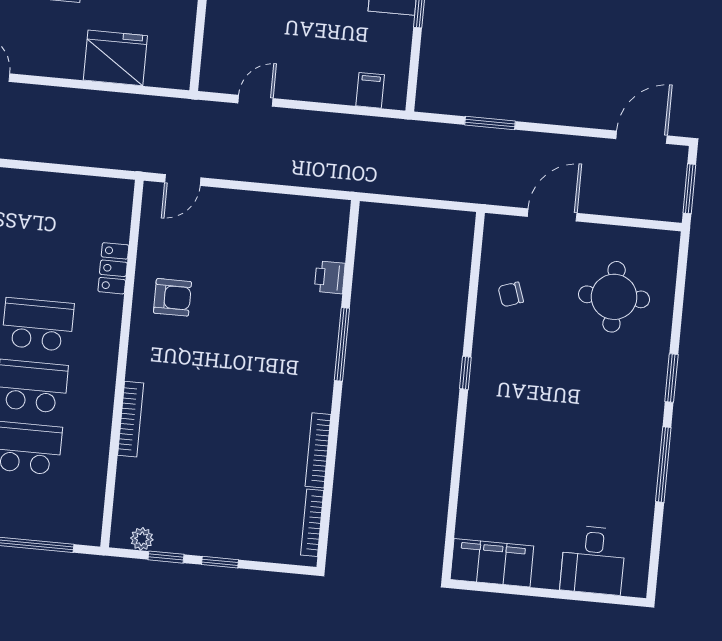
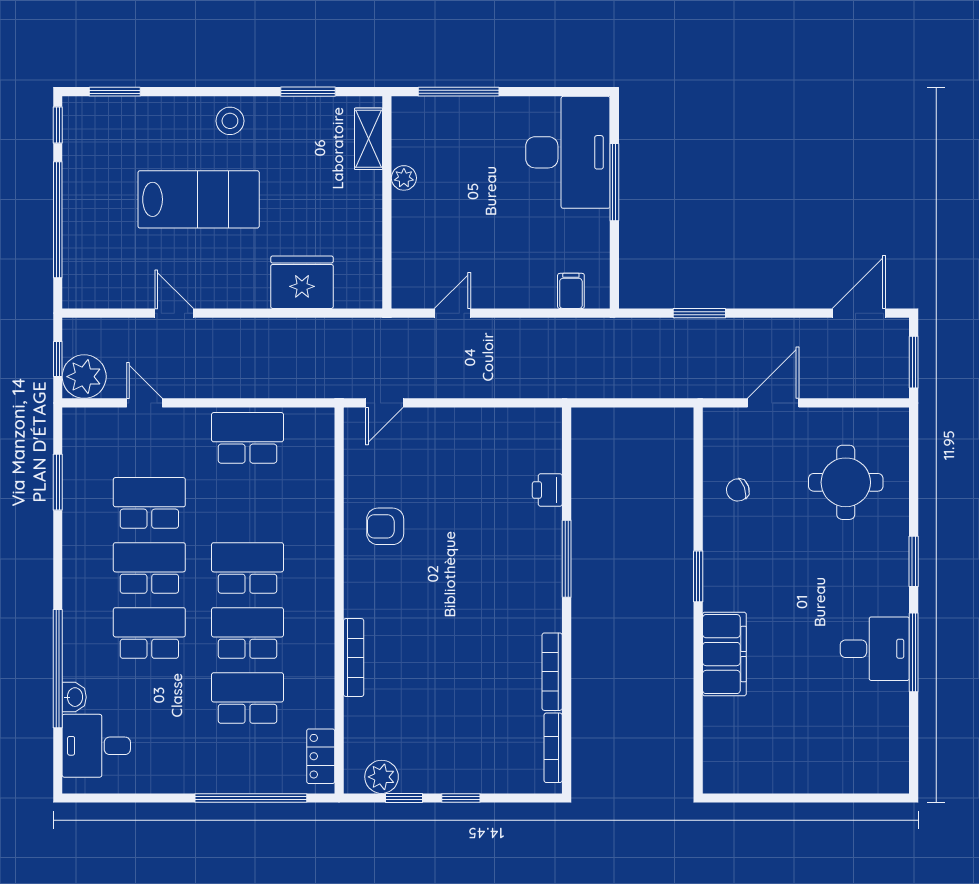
school desk: (50, 201) -> (247, 438), added
locker: (113, 268) -> (321, 756), moved
armchair: (172, 297) -> (385, 526), turned 180
window: (465, 373) -> (698, 576), width x1.50
plant: (142, 539) -> (382, 777), width x1.38, depth x1.38
desk: (593, 560) -> (875, 649), moved, turned -90
filing cabinet: (492, 563) -> (724, 654), moved, turned 90

